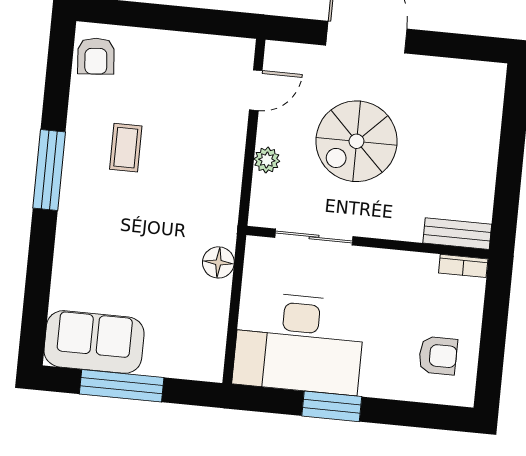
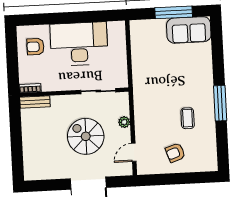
armchair: (96, 56) -> (175, 153), moved, turned -104
spiral stairs: (356, 141) -> (86, 136), turned -90
floor lamp: (218, 262) -> (139, 73), removed
desk: (299, 343) -> (79, 44), moved
window: (332, 406) -> (79, 17), removed

